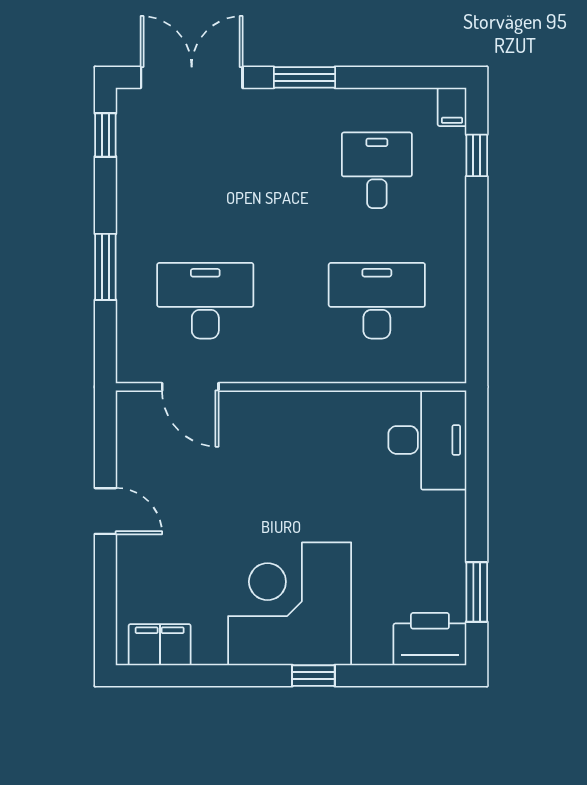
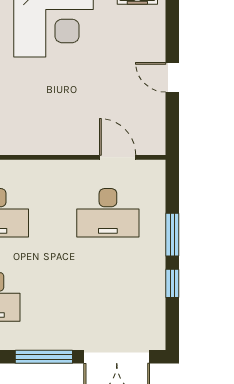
window: (304, 77) -> (44, 357), width x1.44
window: (105, 135) -> (172, 283), moved

